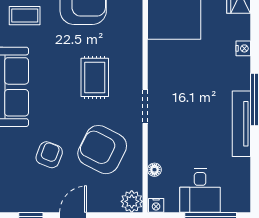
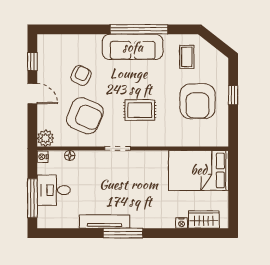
nightstand: (243, 48) -> (182, 223), moved
armchair: (102, 150) -> (85, 116), turned 86
armchair: (49, 155) -> (81, 75), turned -84

